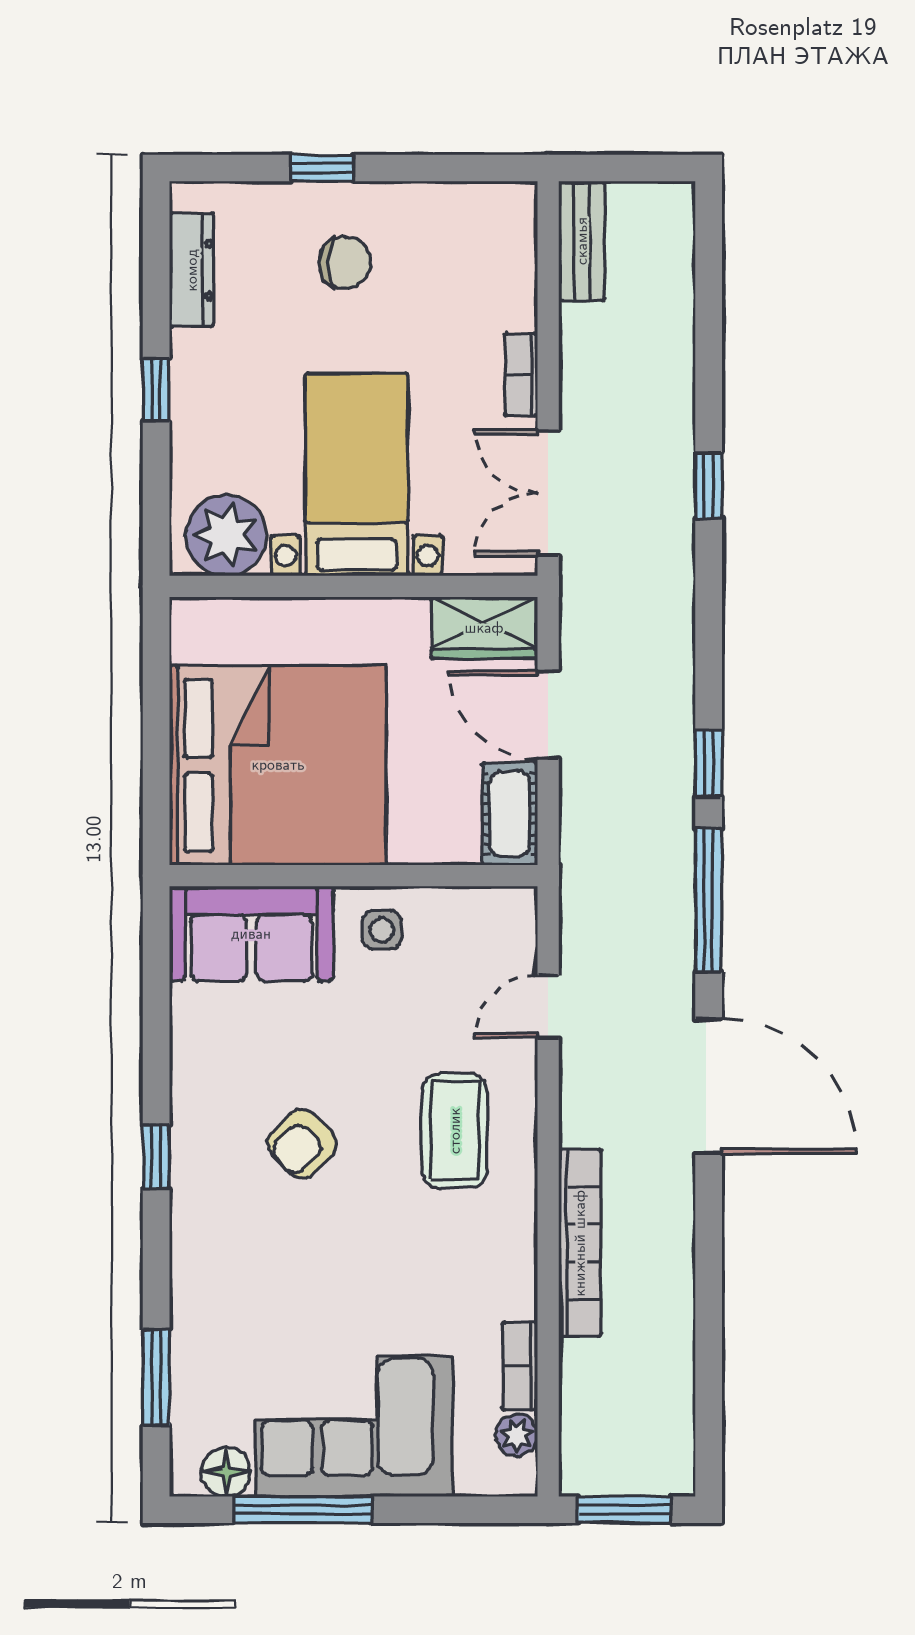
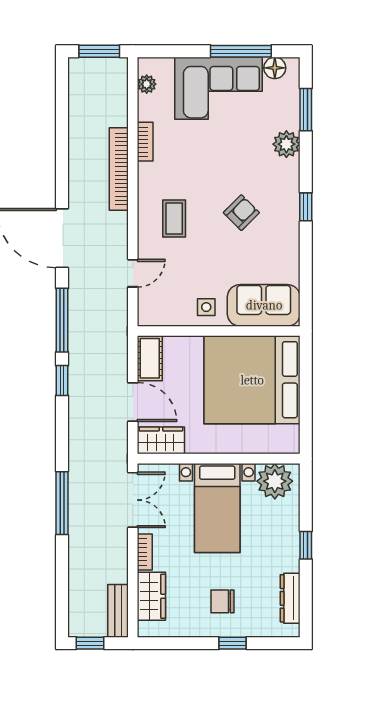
window: (645, 168) -> (90, 643), added
wardrobe: (506, 274) -> (151, 596), added
window: (709, 485) -> (62, 503), width x2.17
coffee table: (455, 1131) -> (174, 218), width x0.73, depth x0.77
plant: (200, 1299) -> (286, 144), added
bookcase: (520, 1366) -> (145, 142), moved

